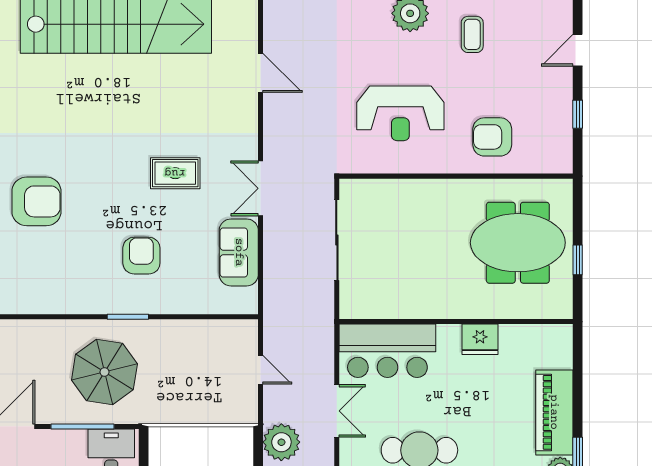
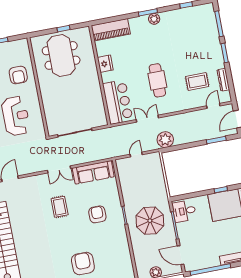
sofa: (239, 252) -> (93, 172), width x1.36
armchair: (141, 256) -> (97, 214), turned 90
piano: (554, 412) -> (111, 30), moved

